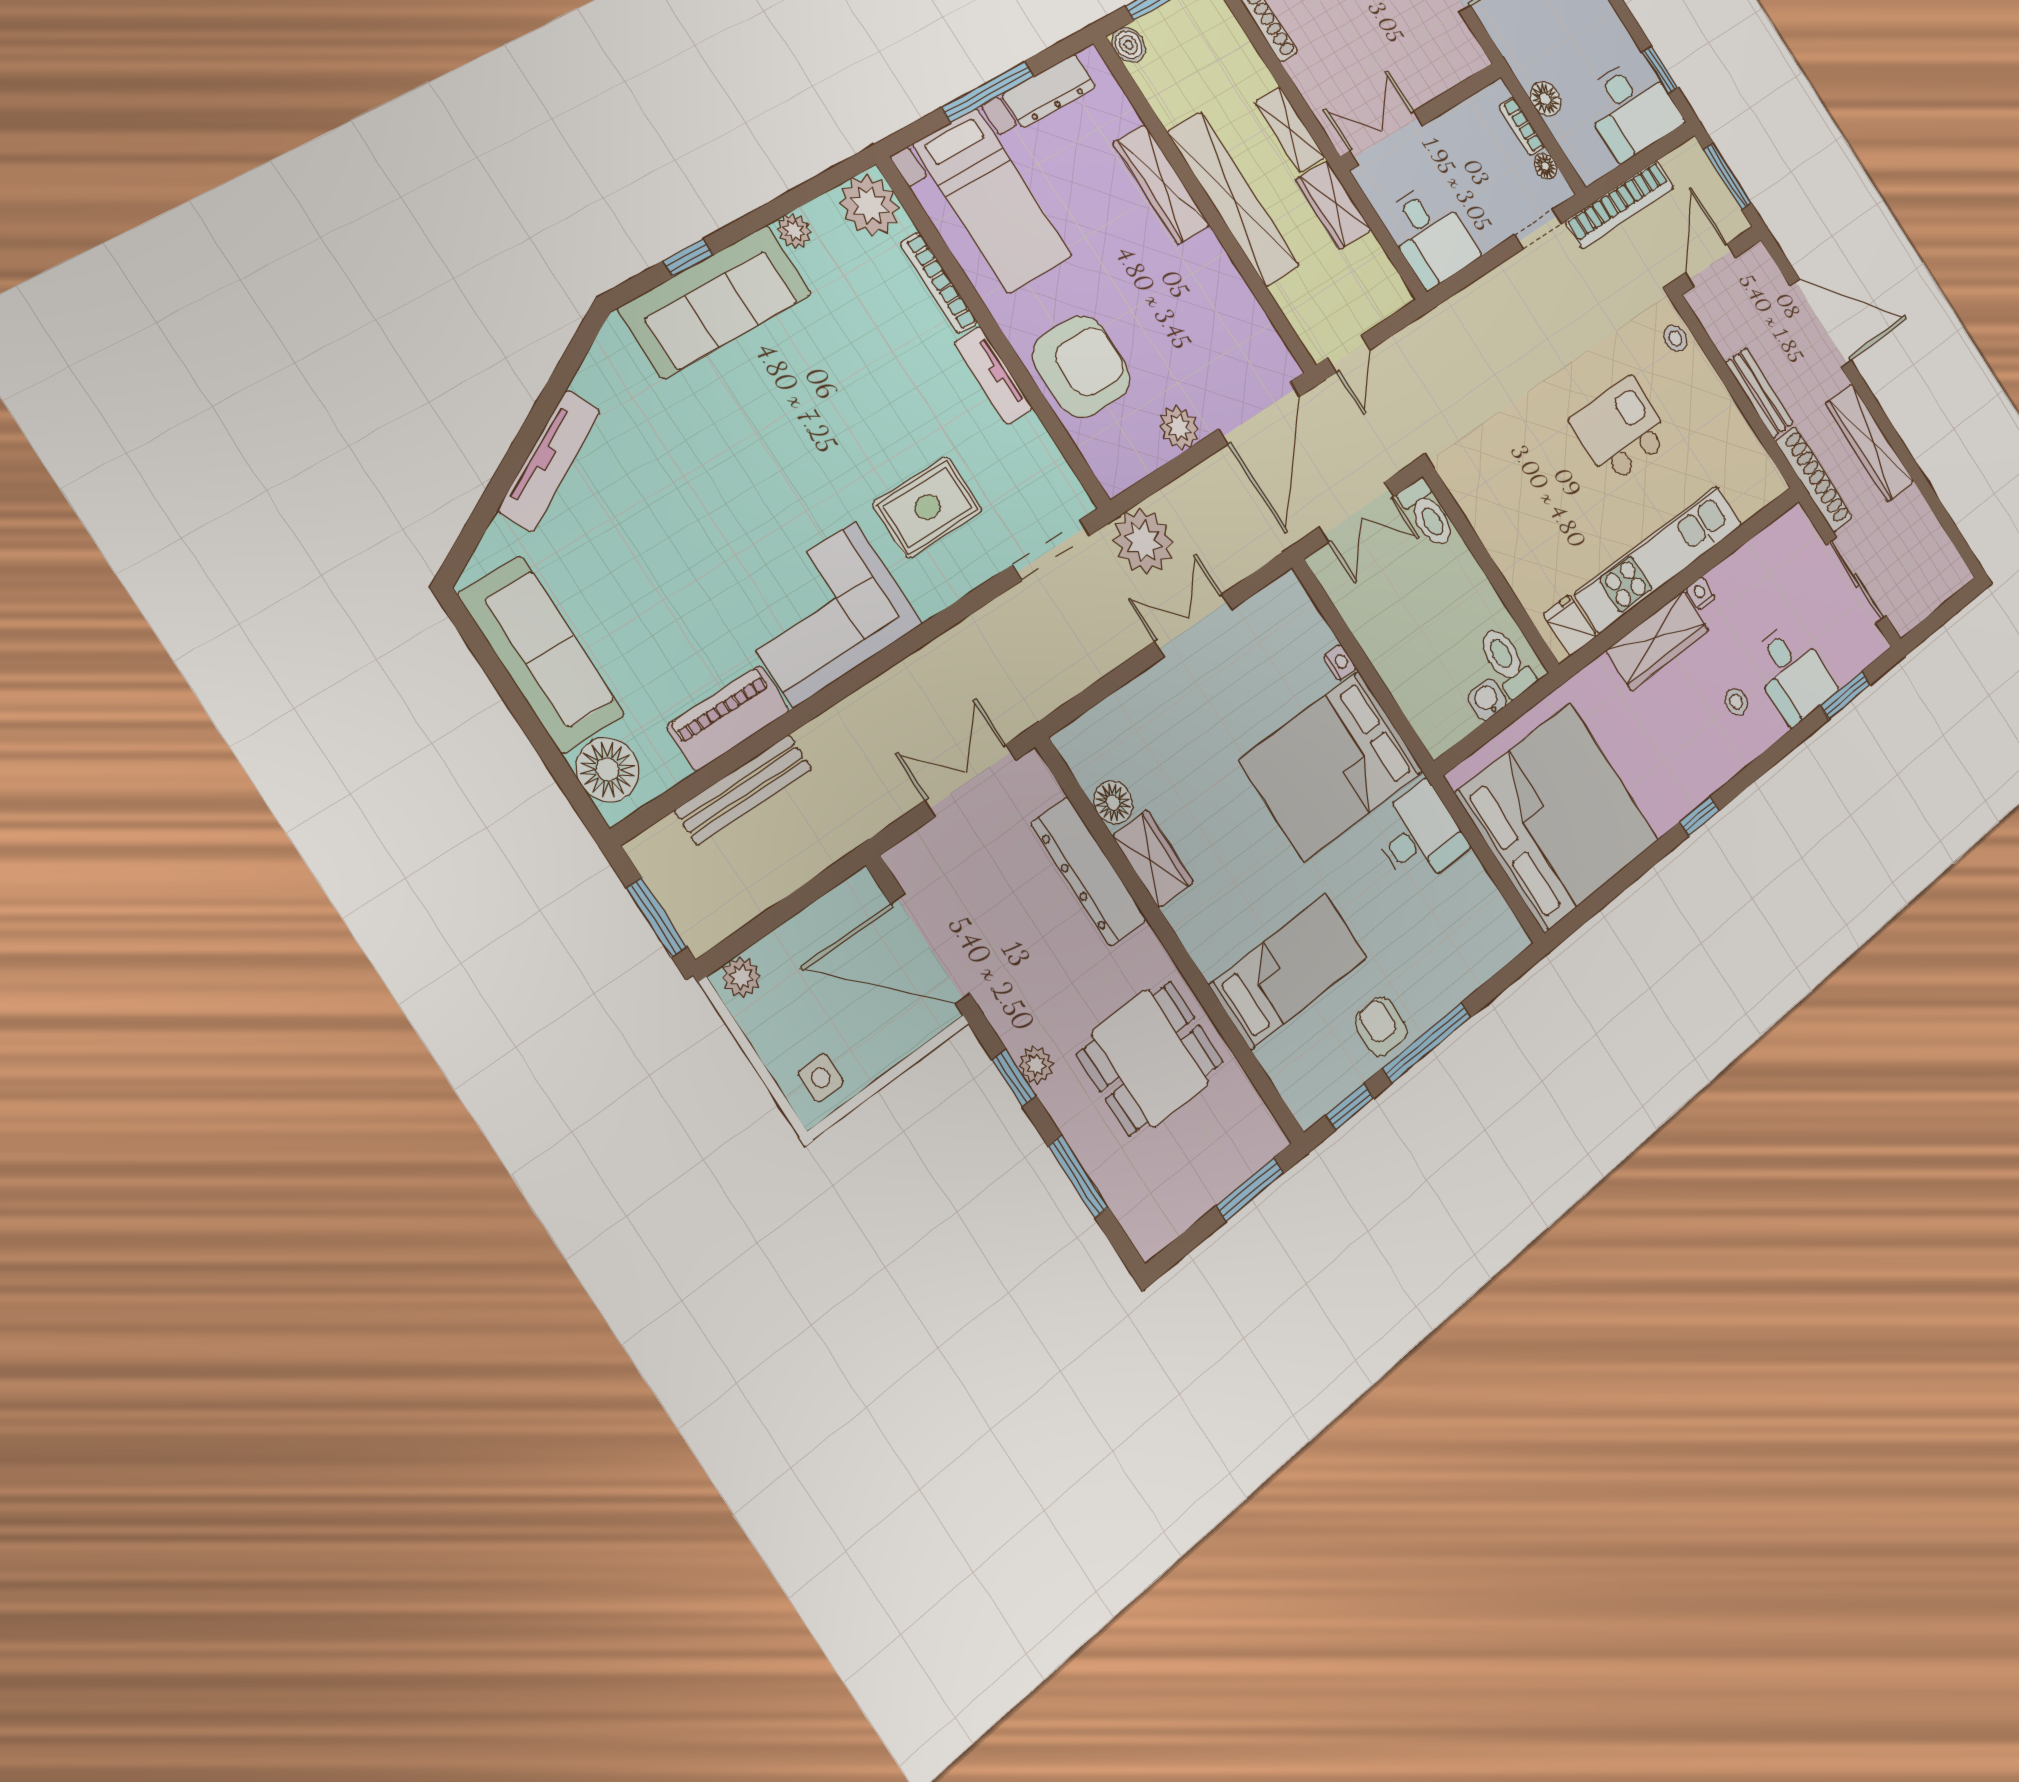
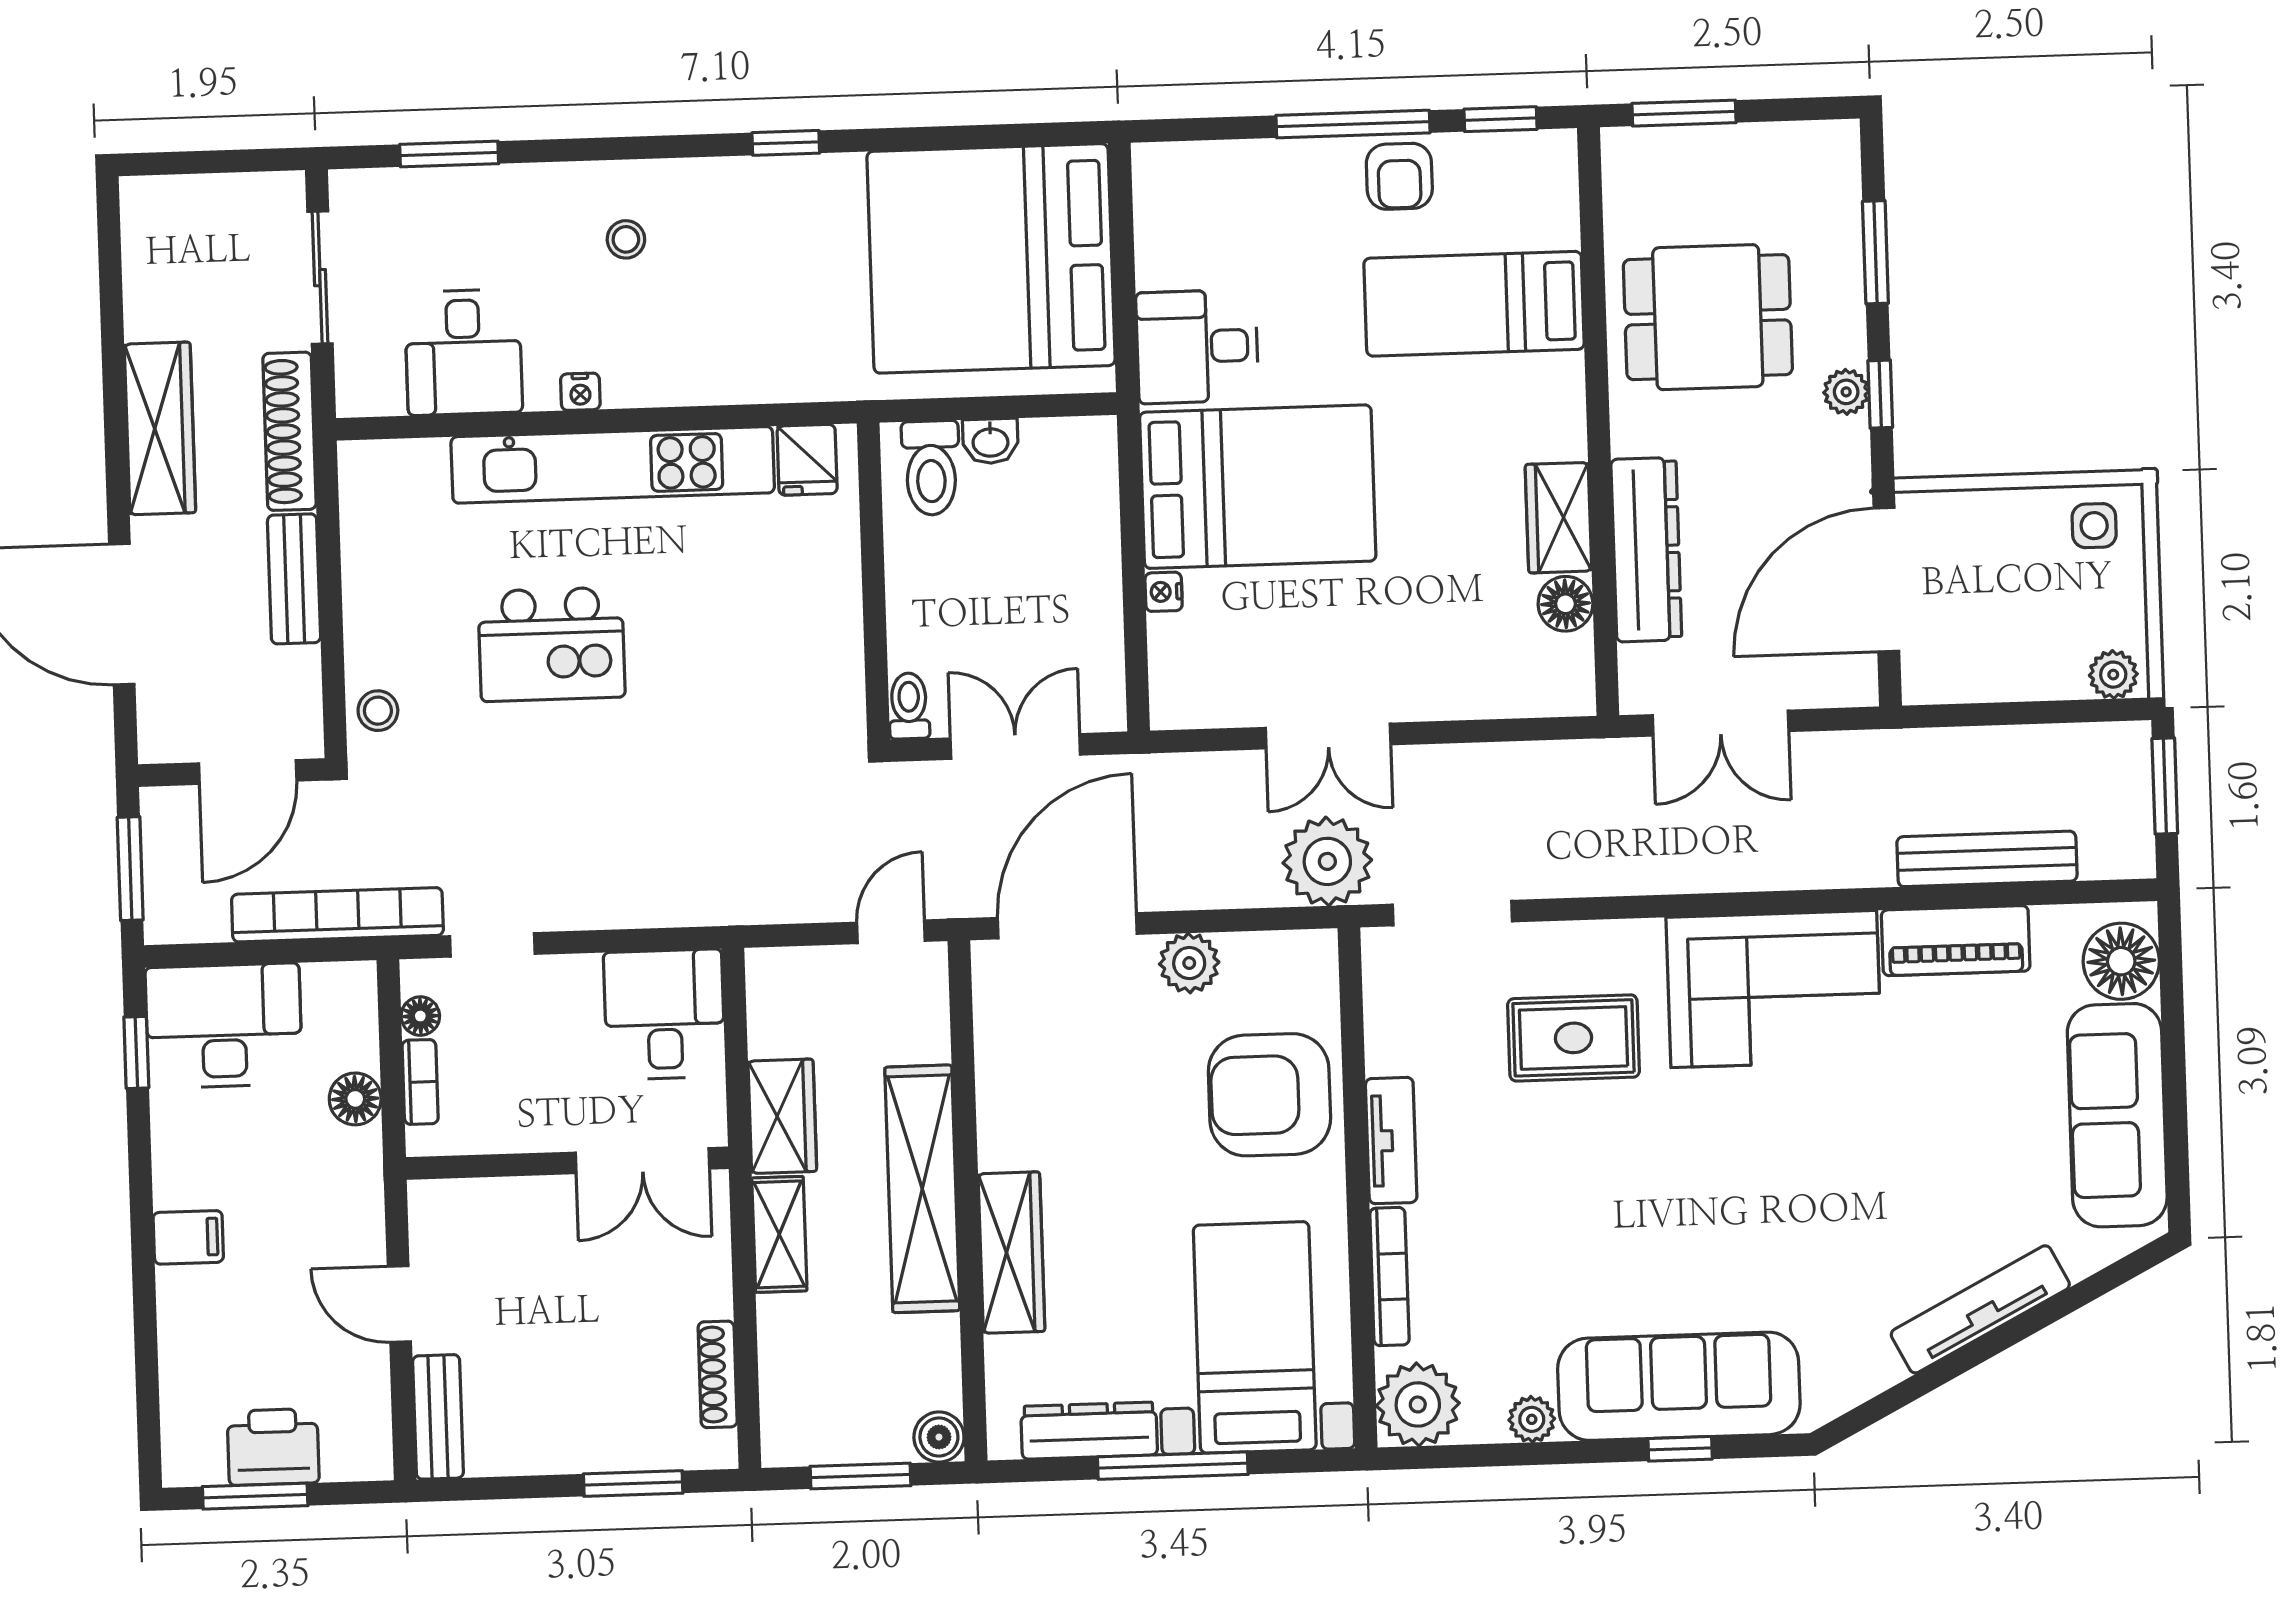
toilet: (1427, 514) -> (909, 706), width x0.73, depth x0.72
wardrobe: (1657, 640) -> (690, 373), removed
desk: (1792, 673) -> (464, 352), moved, turned 180
door: (930, 949) -> (1886, 580), swing flipped

